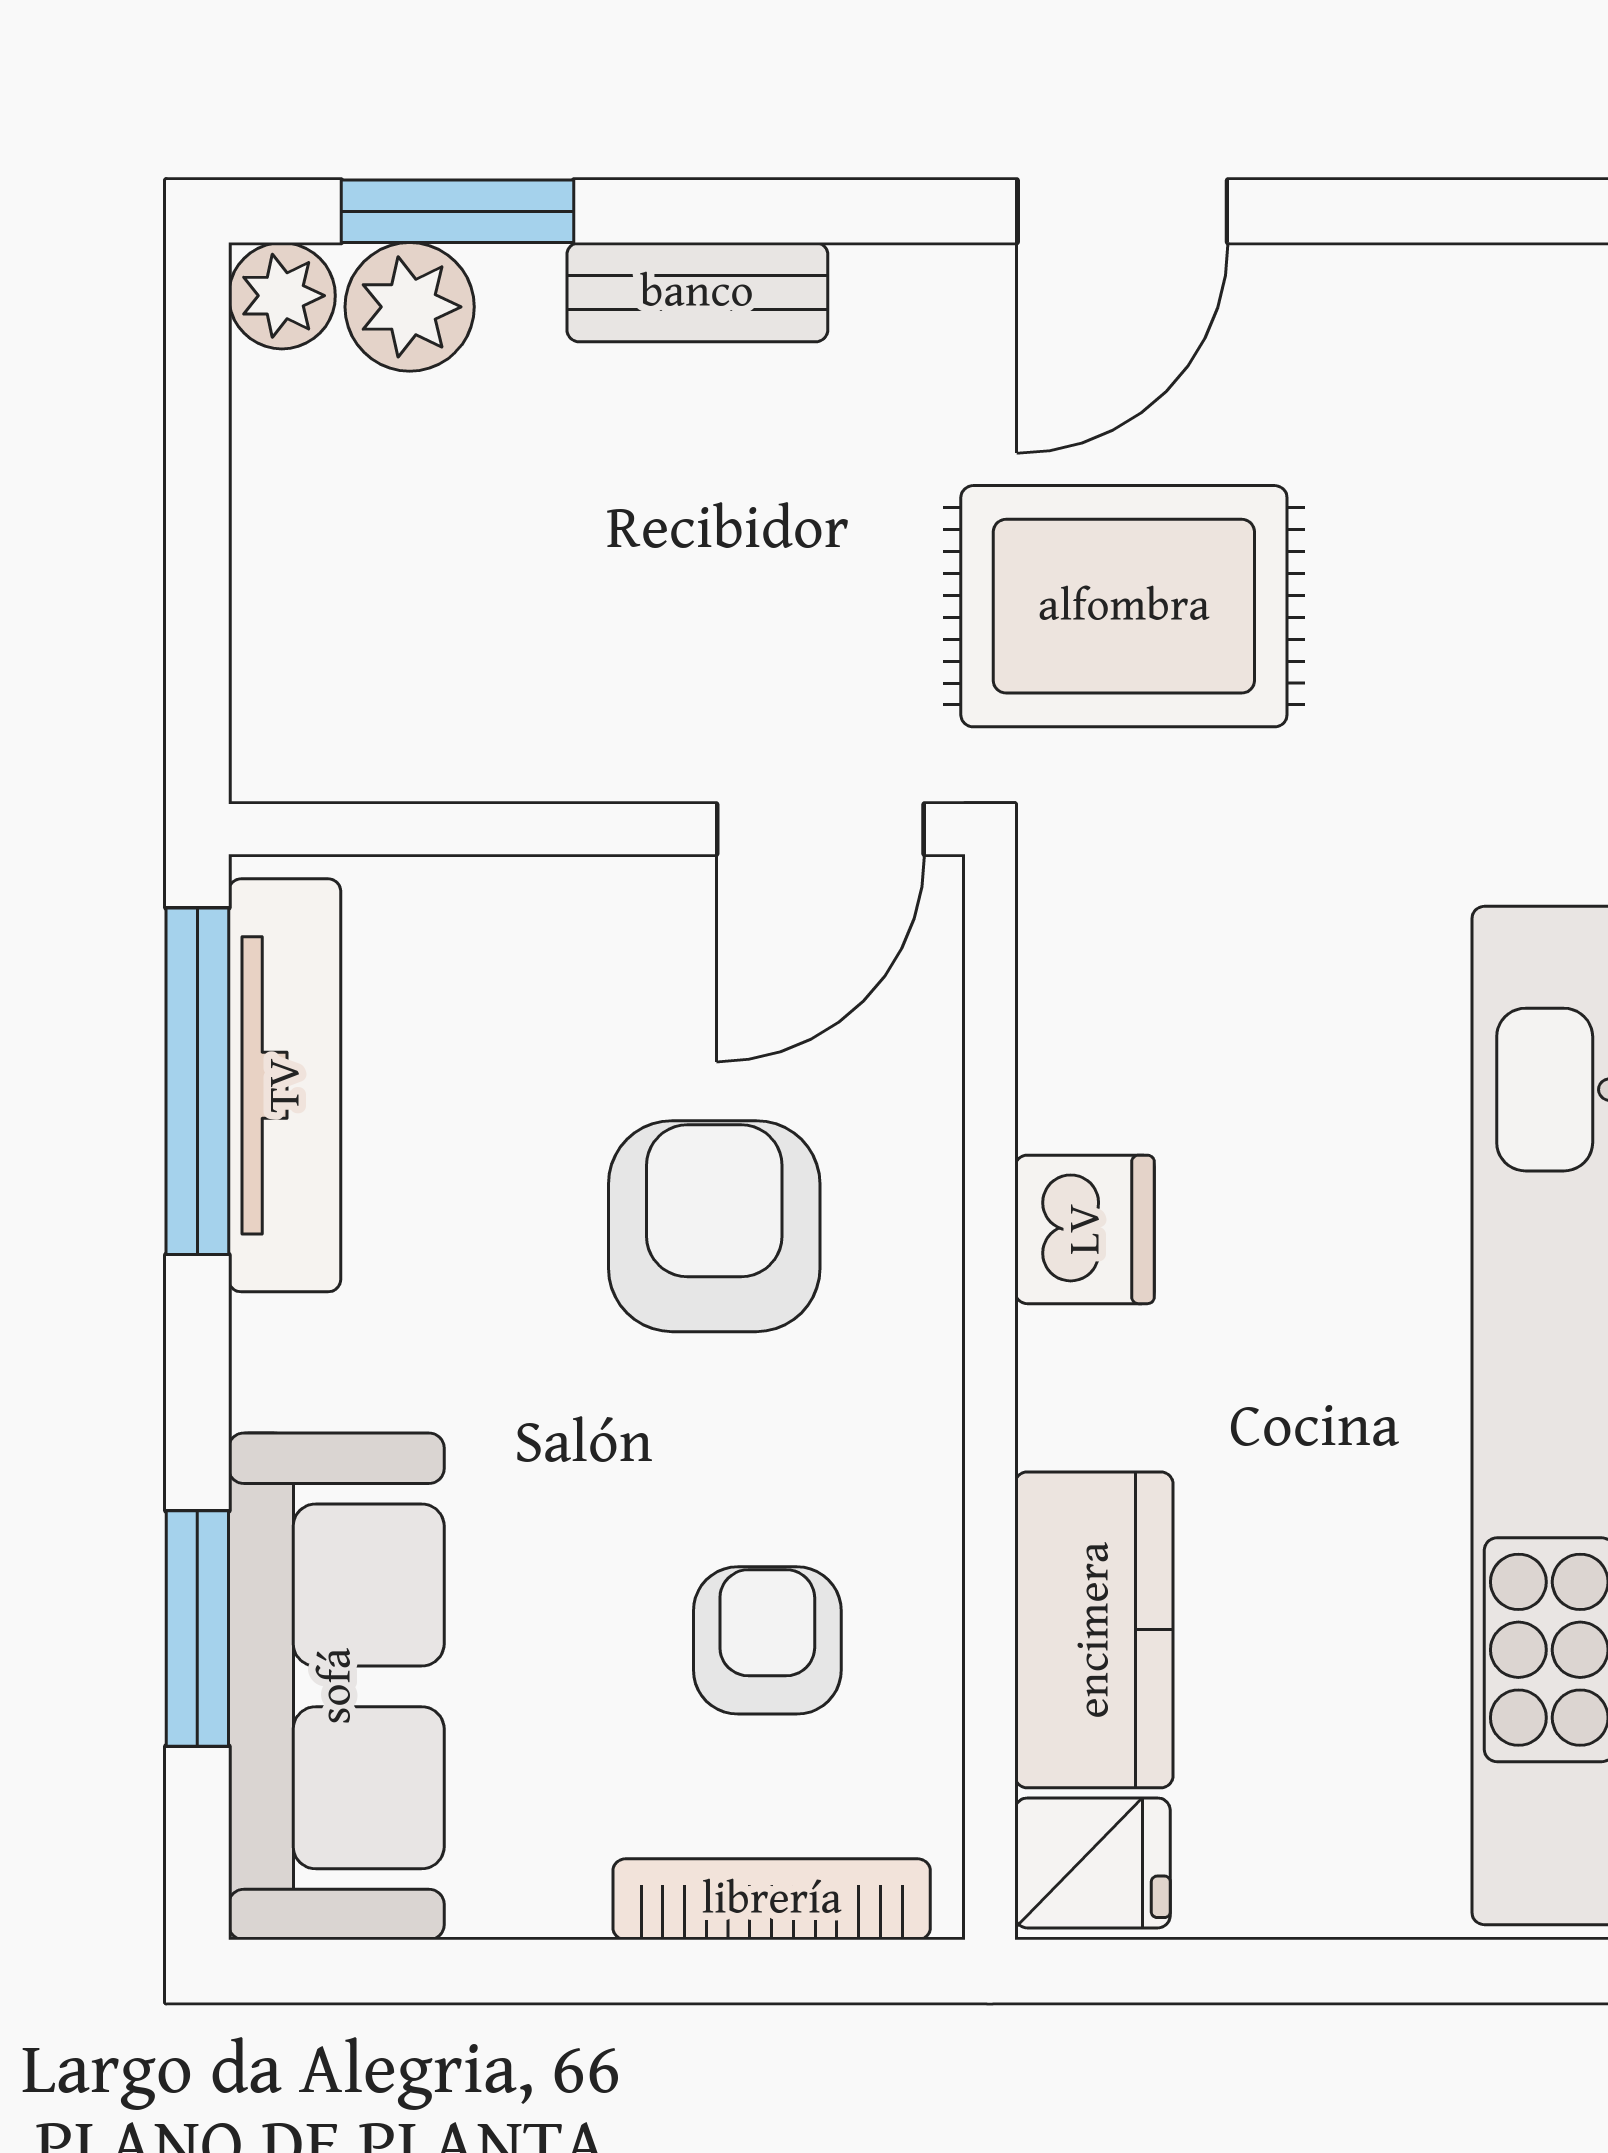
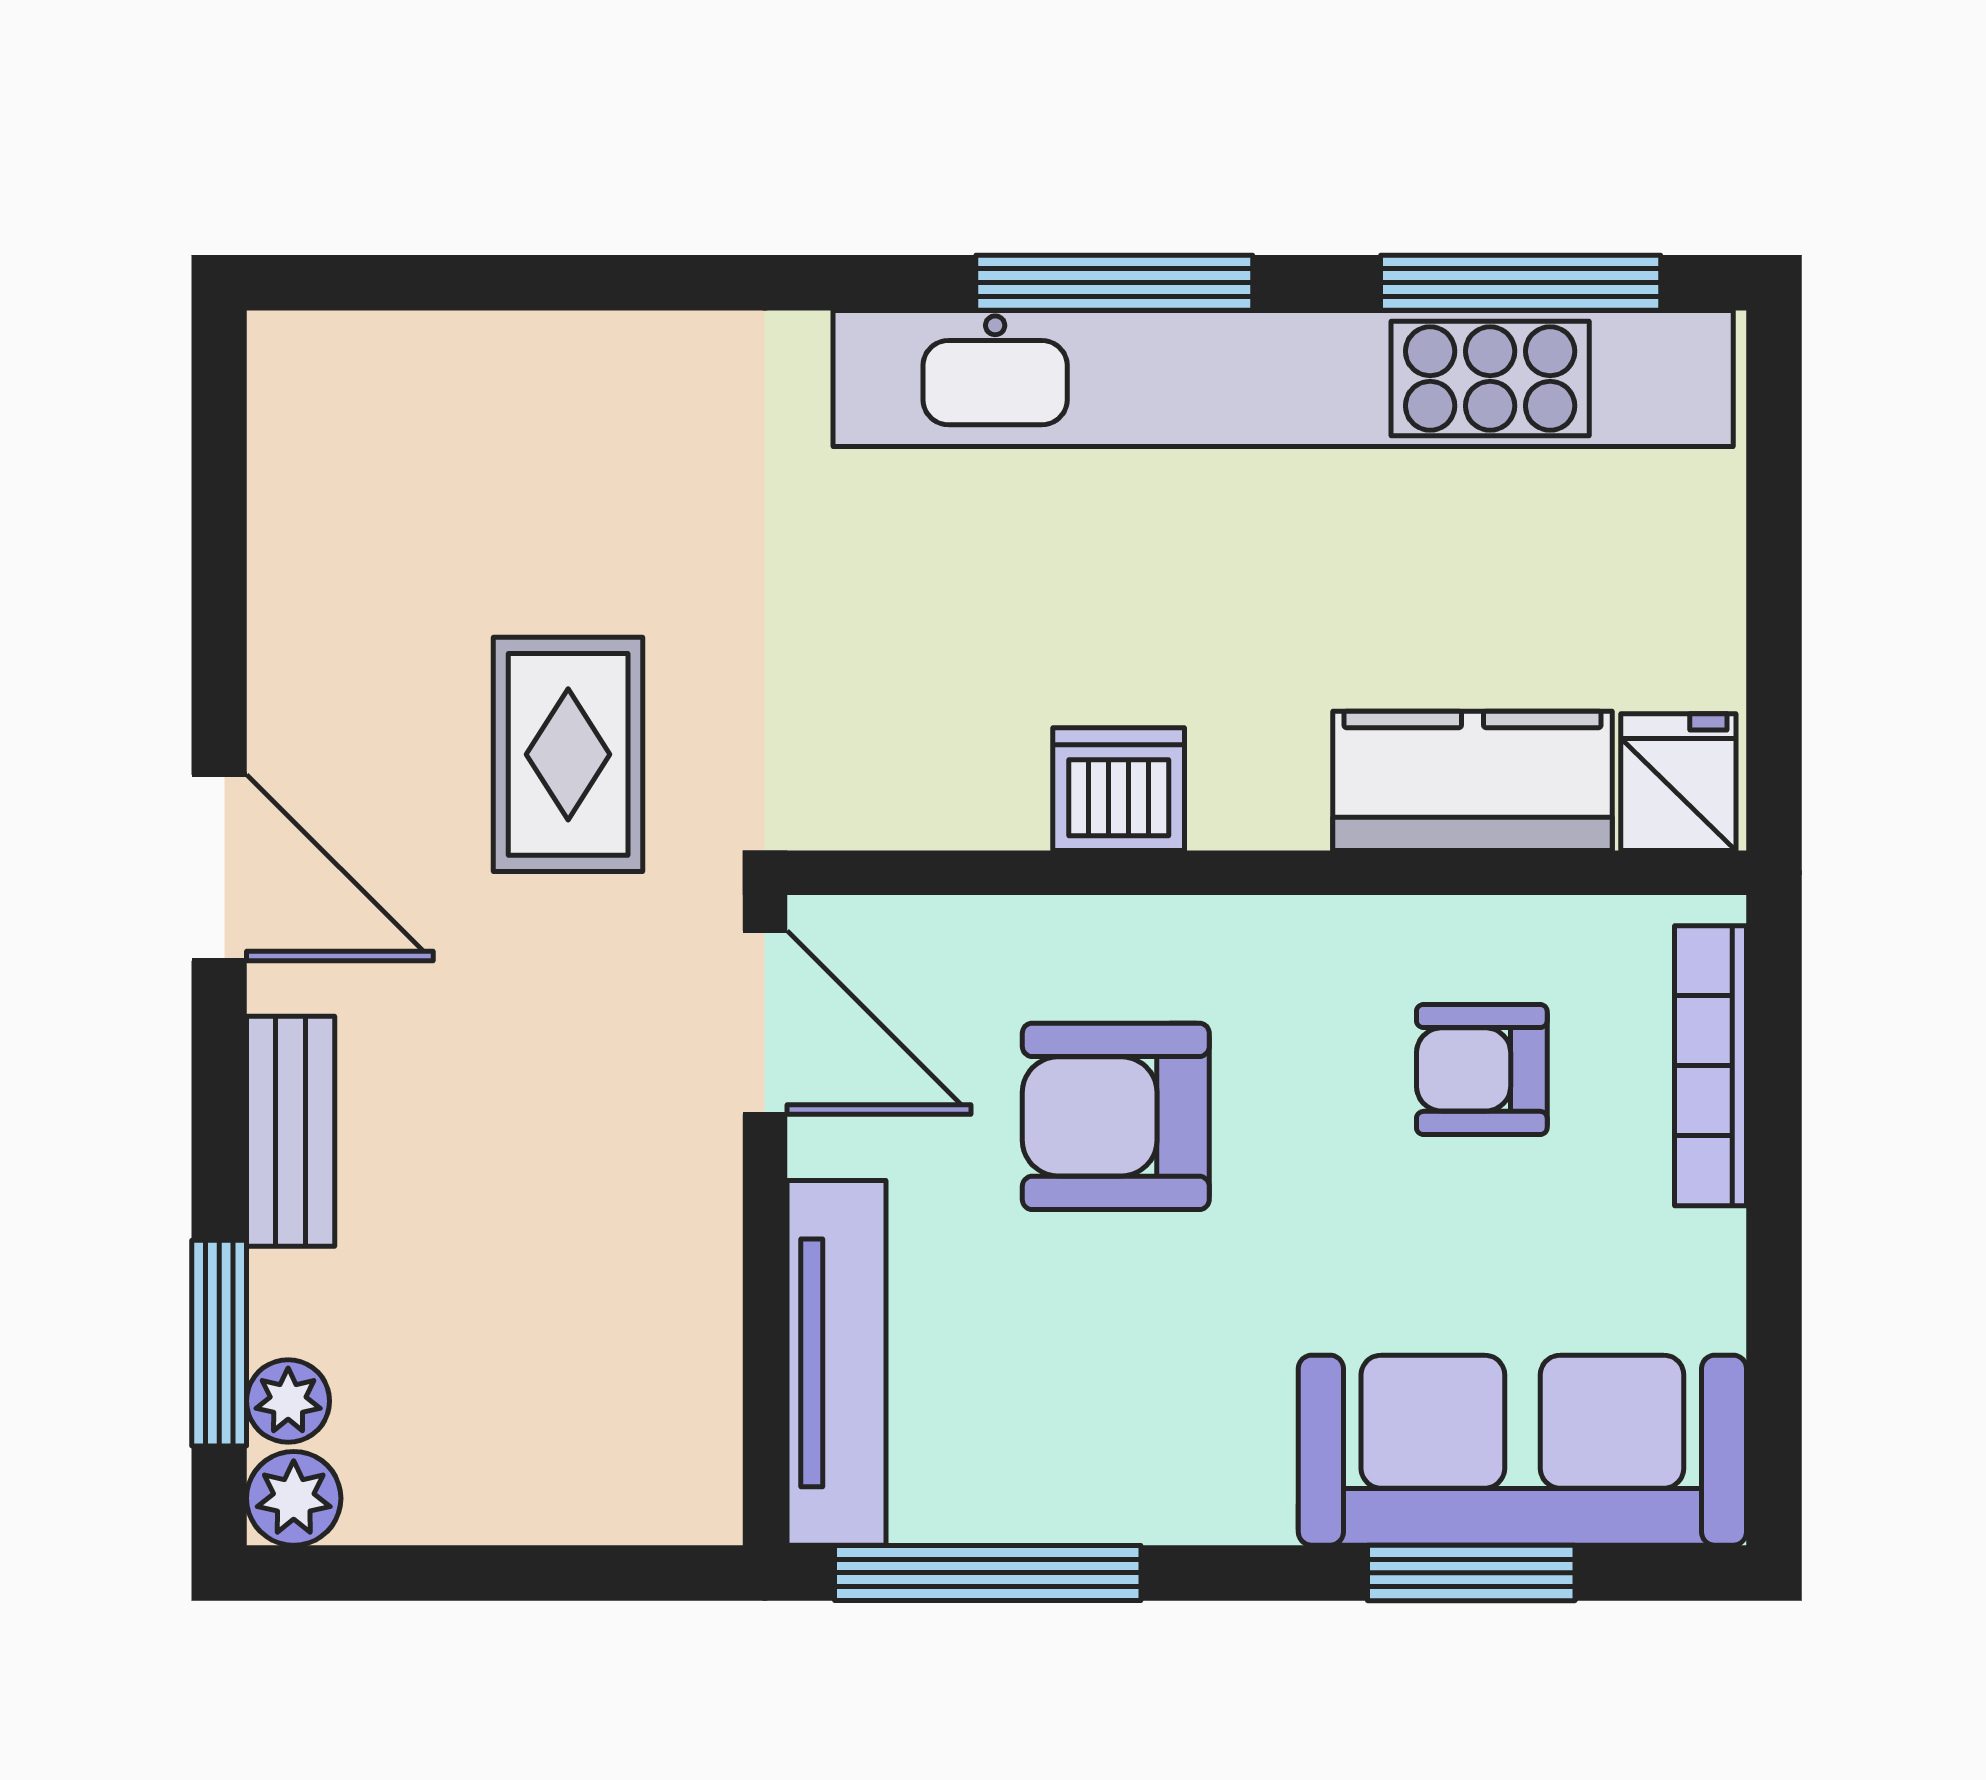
door: (1122, 211) -> (219, 868), moved
plant: (410, 307) -> (288, 1401), width x0.73, depth x0.73
rug: (1124, 606) -> (568, 754), width x0.73, depth x0.70
tv unit: (285, 1085) -> (836, 1363), moved, turned 90

